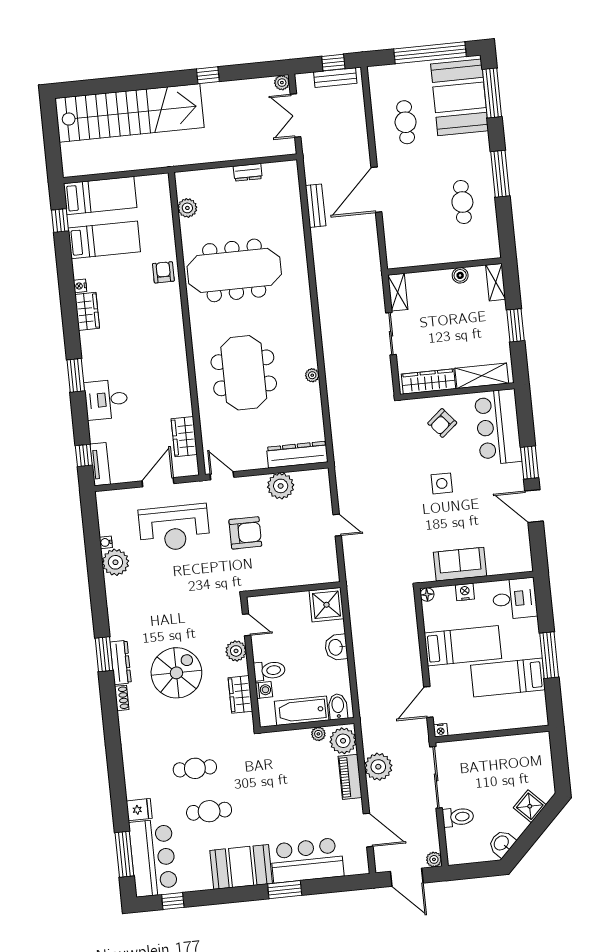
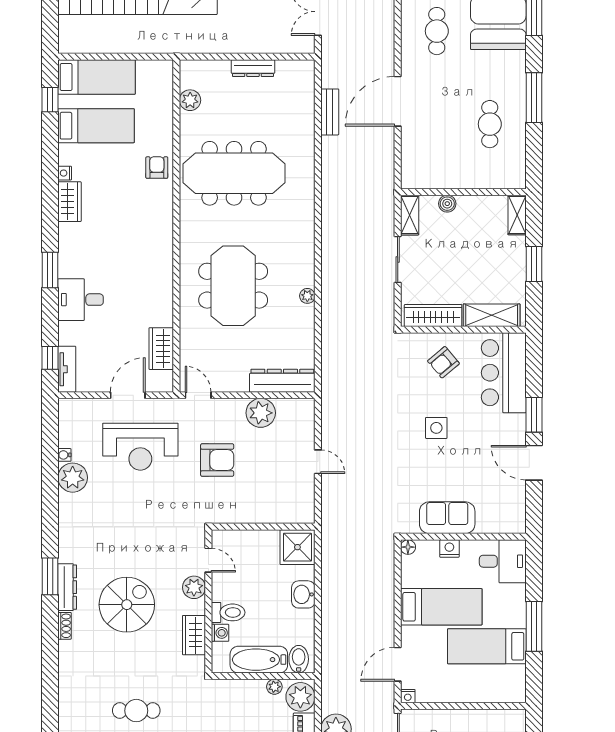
dresser: (248, 172) -> (253, 68), width x1.44
boiler: (460, 275) -> (447, 204), moved

